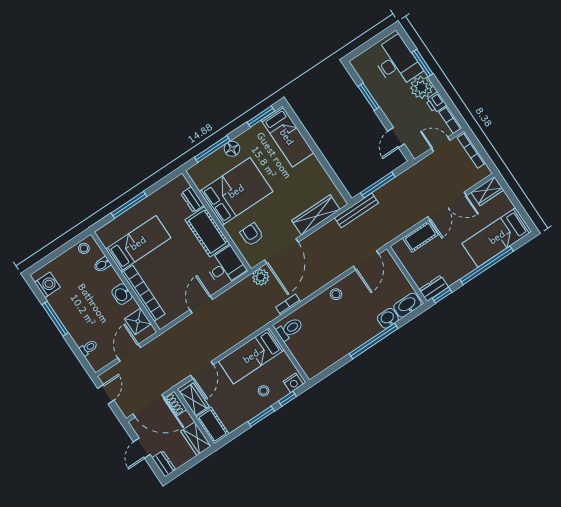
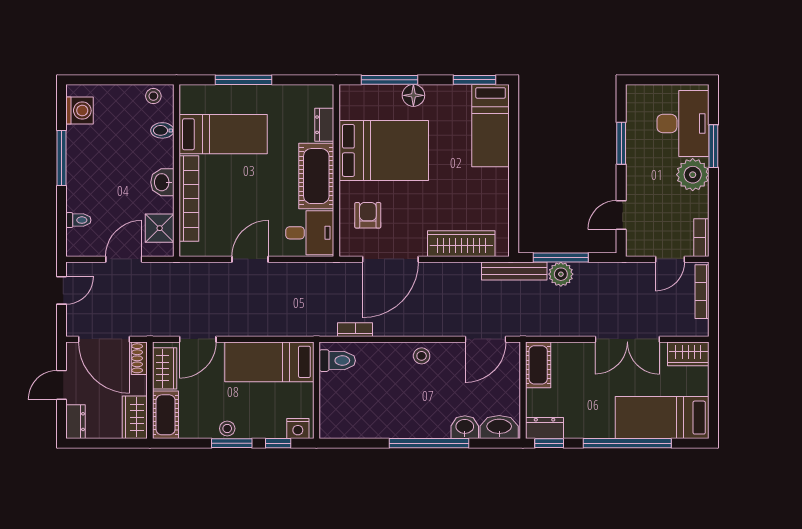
printer: (436, 102) -> (698, 205), removed
door: (441, 144) -> (670, 259), swing flipped
cot: (420, 236) -> (538, 365), moved, turned 90
plant: (261, 277) -> (561, 274), moved
stool: (264, 391) -> (227, 428), moved

